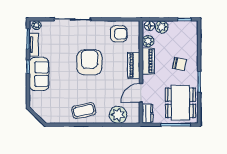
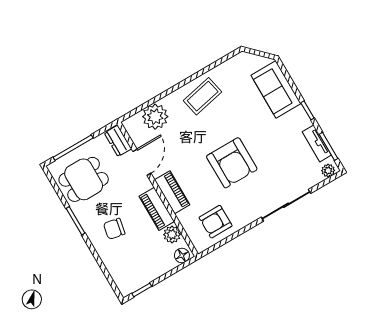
plant: (162, 27) -> (165, 263), removed
sofa: (39, 74) -> (276, 89), moved
dining table: (180, 103) -> (84, 179), width x0.73

